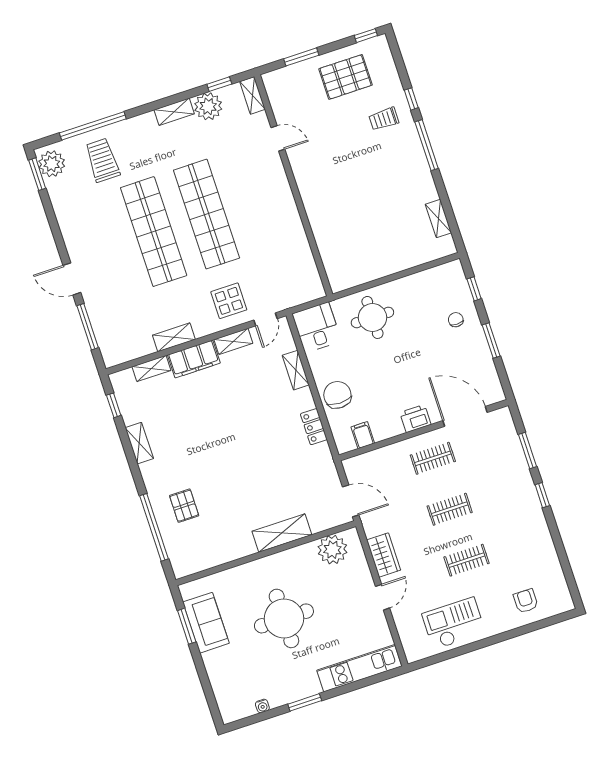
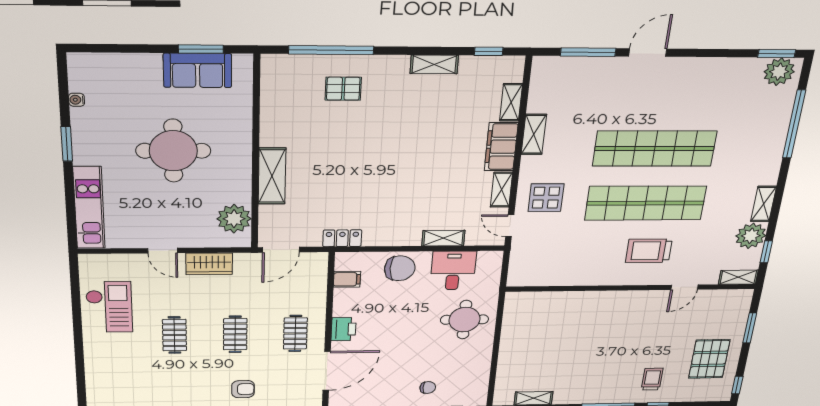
trolley: (102, 160) -> (649, 251), moved, turned 180
desk: (317, 327) -> (453, 270), moved, turned -90
locker: (314, 427) -> (342, 238), moved
armchair: (526, 601) -> (243, 389), moved

